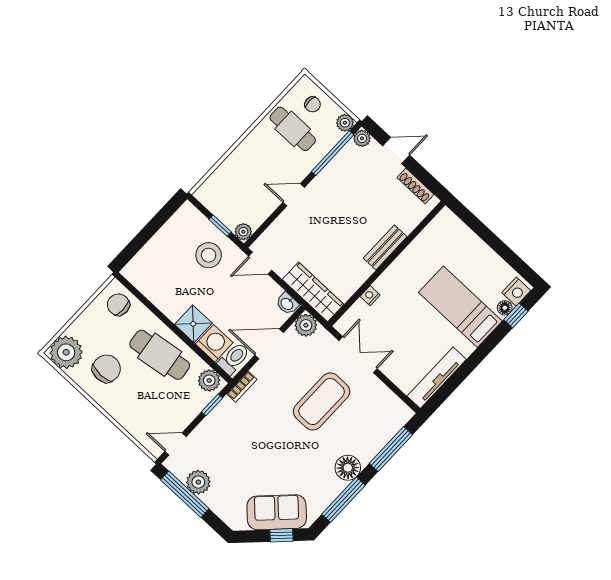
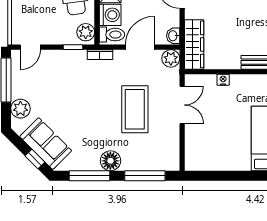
door: (269, 344) -> (140, 47), hinge flipped
tv unit: (437, 378) -> (212, 164), removed
coffee table: (322, 401) -> (135, 109), turned 90
door: (175, 444) -> (30, 47), swing flipped
plant: (198, 482) -> (20, 109), moved

